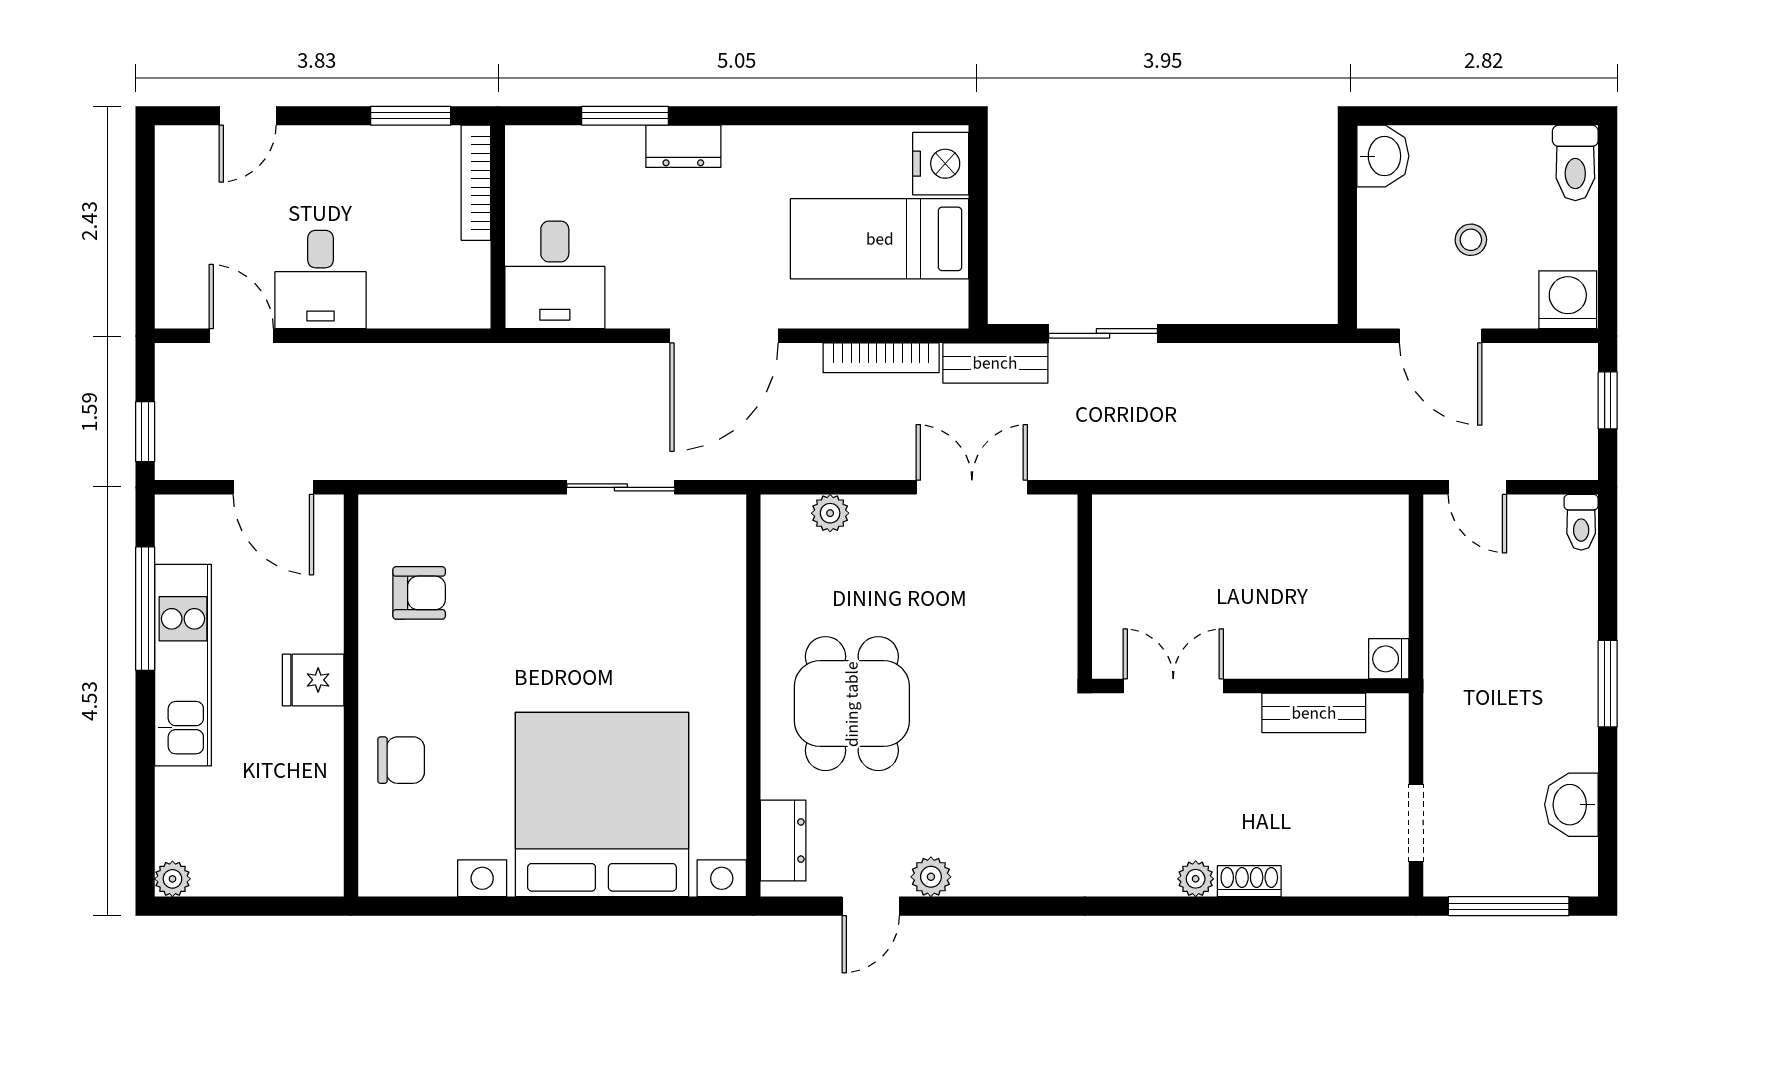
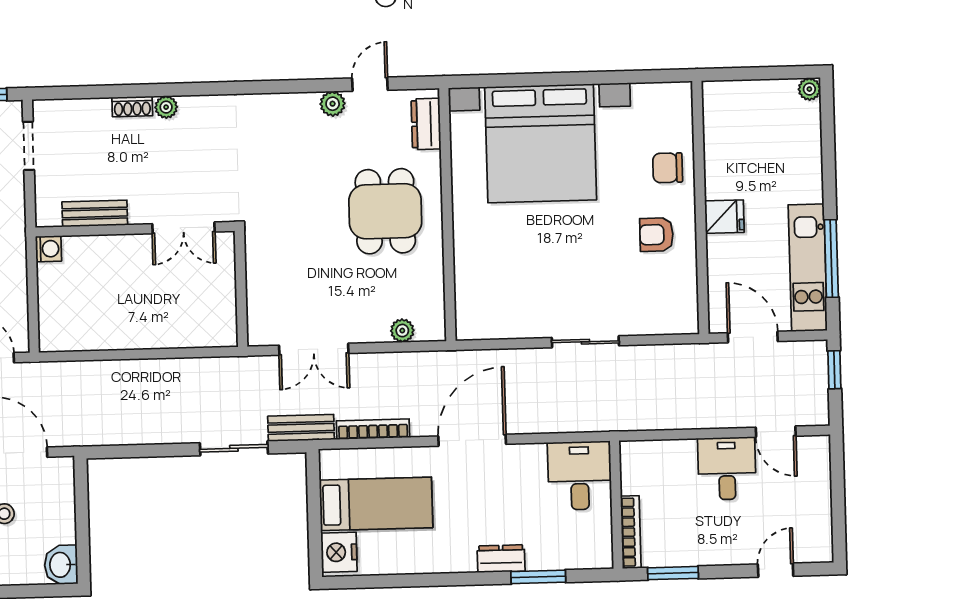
sliding door: (621, 487) -> (585, 342), moved
armchair: (419, 593) -> (656, 235), moved
kitchen unit: (183, 665) -> (808, 268), moved

